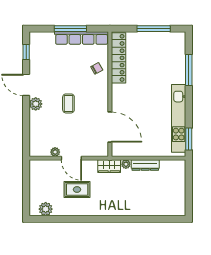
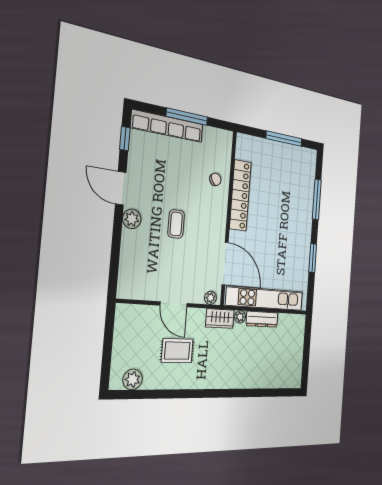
row of seats: (82, 38) -> (167, 126), moved
locker: (118, 58) -> (240, 195), moved
kitchen unit: (179, 118) -> (265, 298), moved, turned 90
window: (189, 139) -> (313, 258), moved
plant: (55, 152) -> (211, 298), moved

